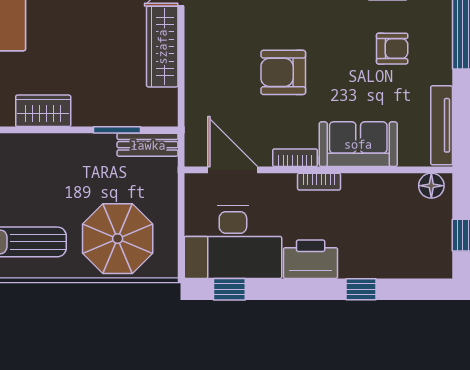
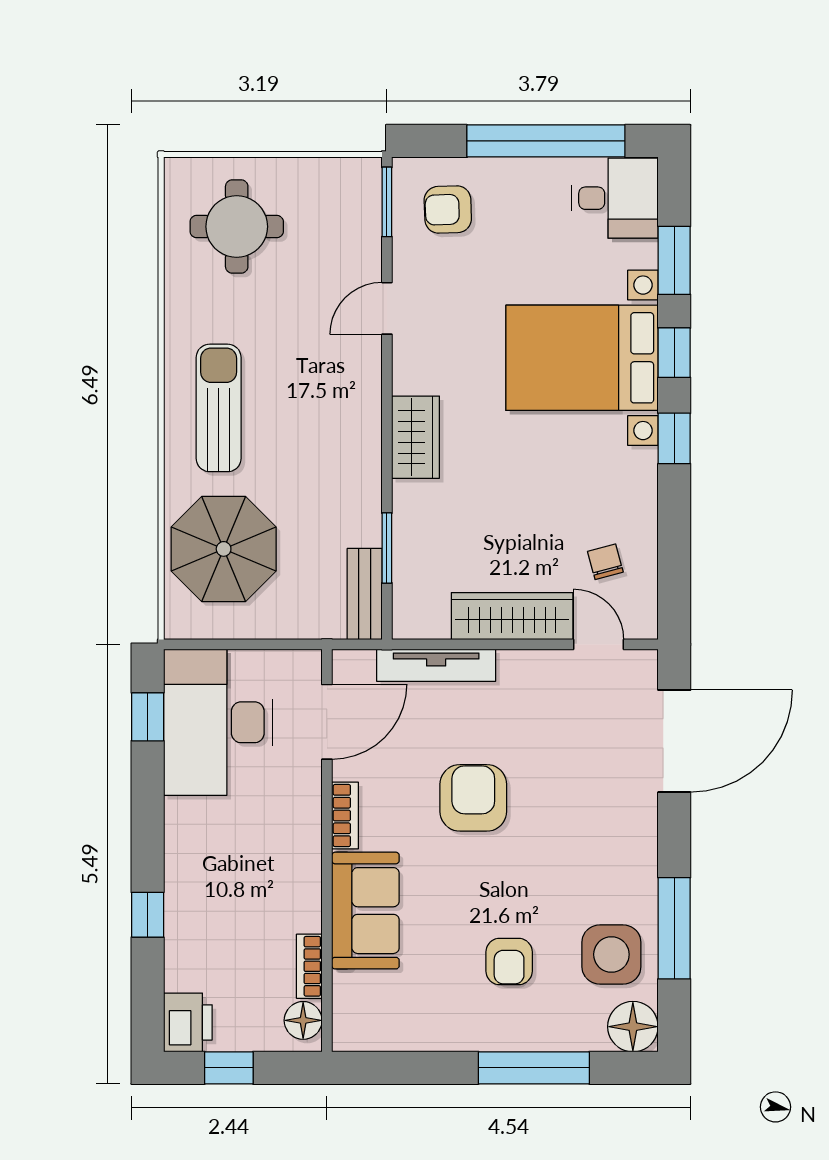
tv unit: (442, 125) -> (436, 665), moved, turned 180
bookcase: (319, 182) -> (309, 966), moved
printer: (311, 259) -> (188, 1022), moved, width x0.73, depth x0.84

